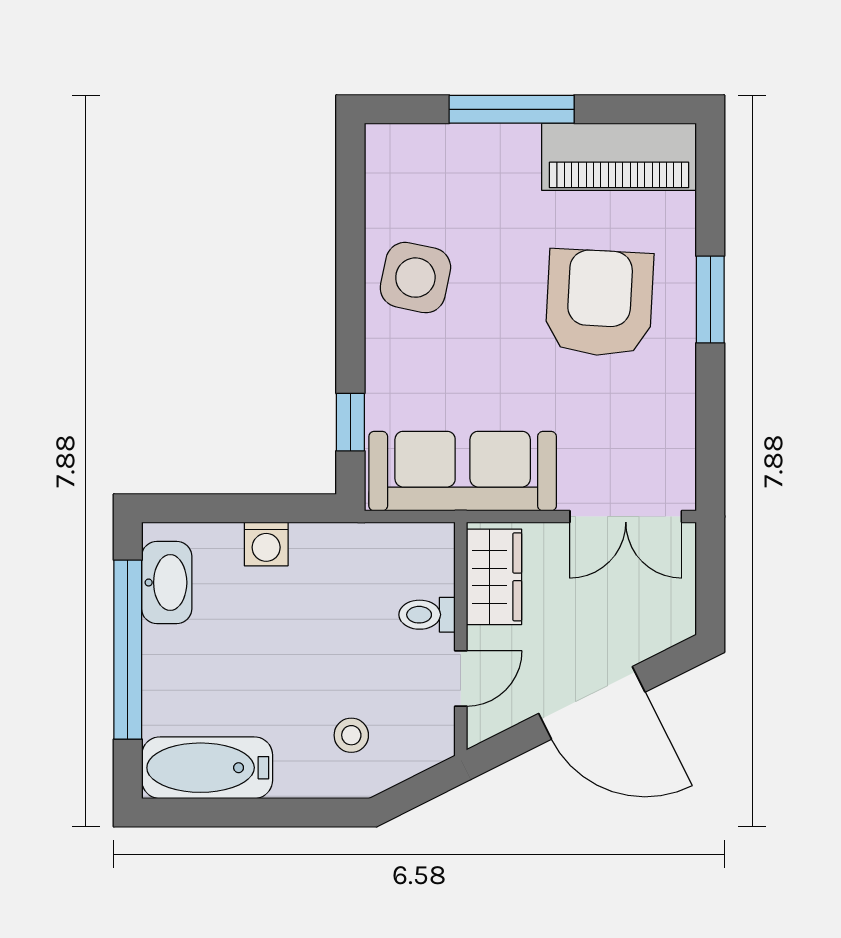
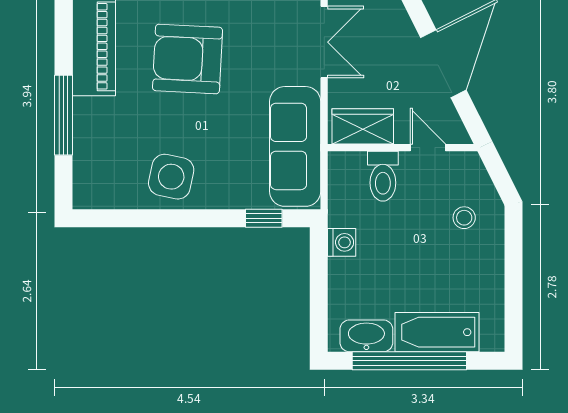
washing machine: (266, 544) -> (342, 242), moved
toilet: (427, 615) -> (383, 176), width x1.37, depth x1.39
bathtub: (207, 768) -> (437, 332), moved, turned 90

